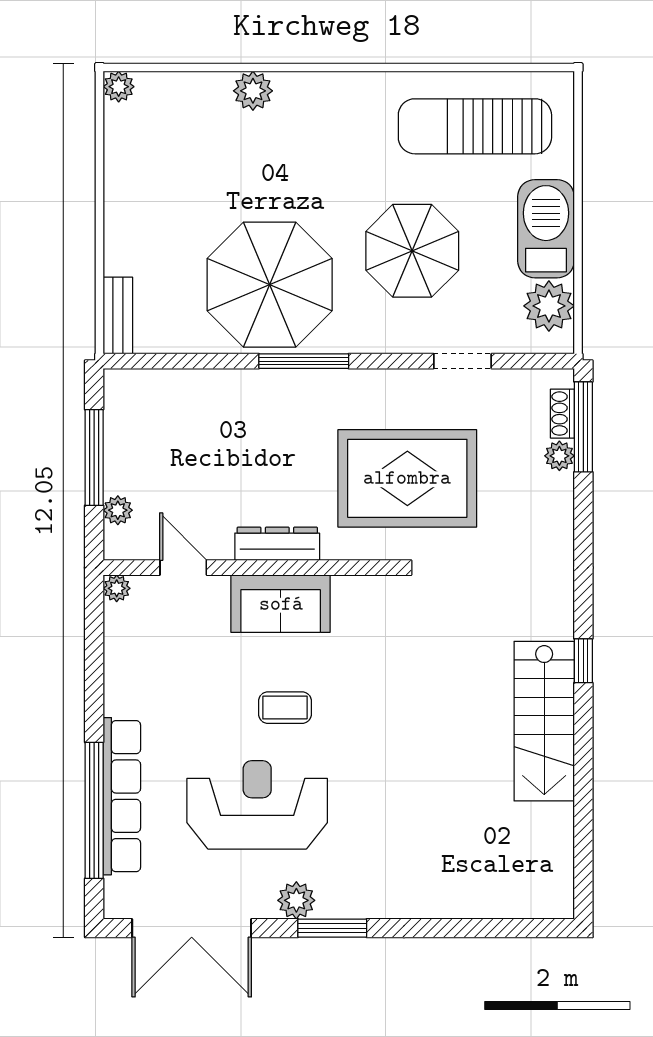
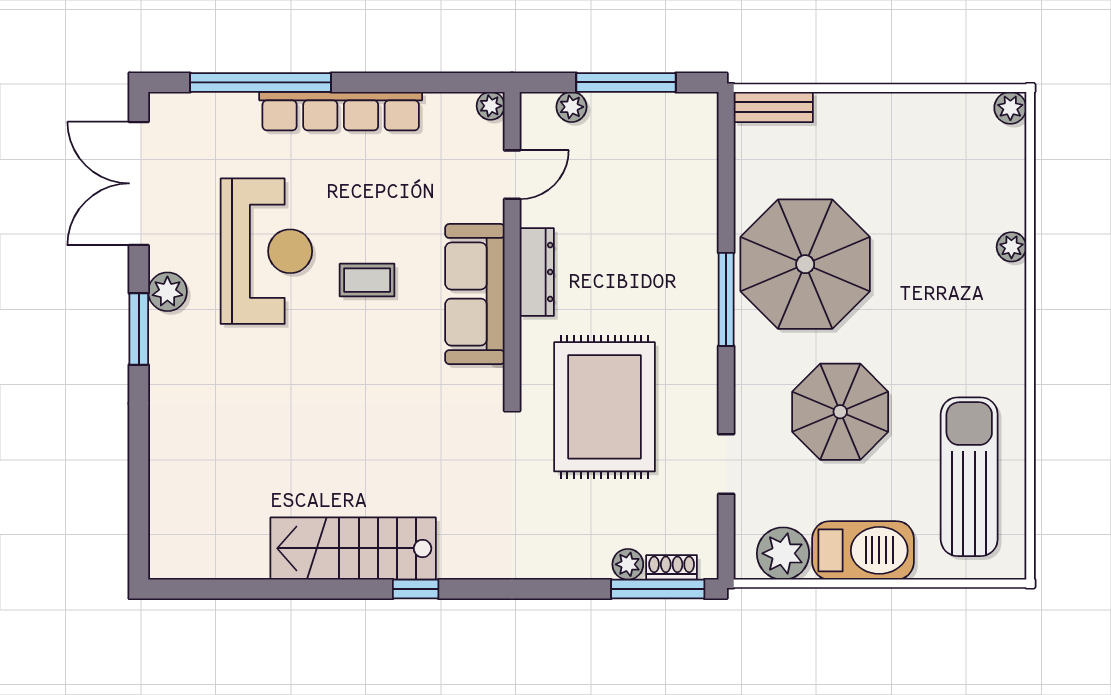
plant: (253, 91) -> (1011, 247), width x0.73, depth x0.73
sofa: (281, 604) -> (475, 294), width x1.36
coffee table: (285, 708) -> (367, 280), turned 90
row of seats: (122, 796) -> (341, 111), moved

